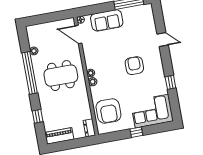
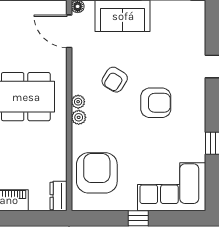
armchair: (109, 57) -> (115, 80), added
armchair: (134, 66) -> (156, 103), turned 90
armchair: (108, 111) -> (97, 173), turned 180

